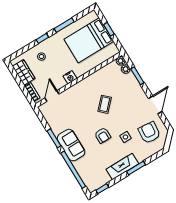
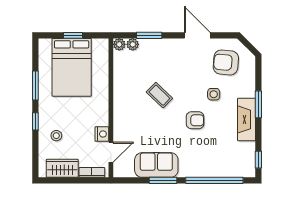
nightstand: (70, 77) -> (102, 134), moved
door: (52, 96) -> (111, 152), swing flipped
sofa: (71, 145) -> (156, 165), moved

